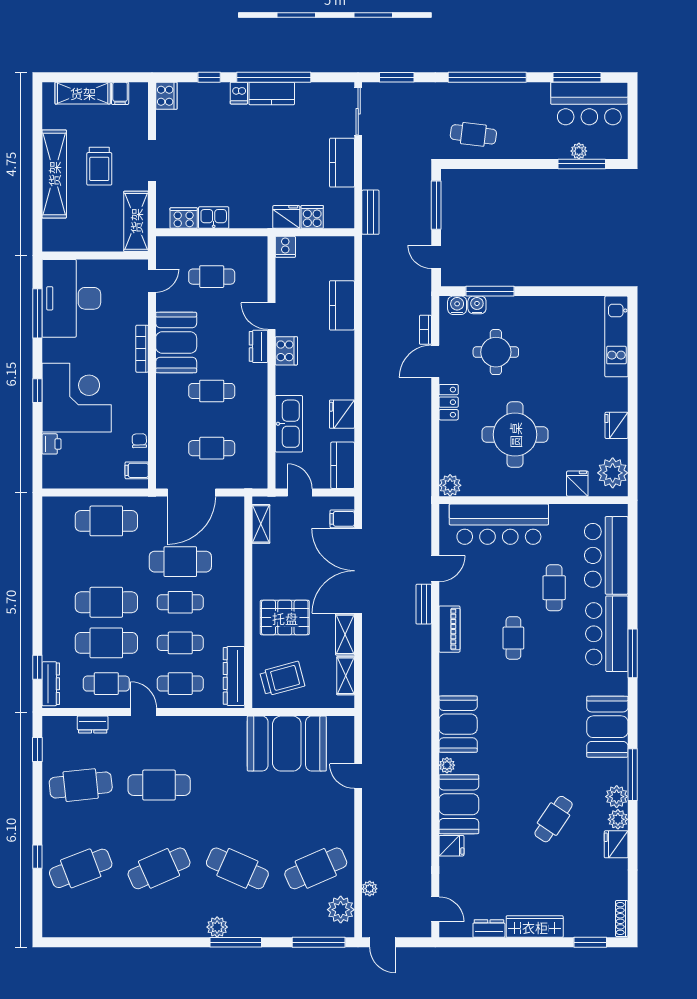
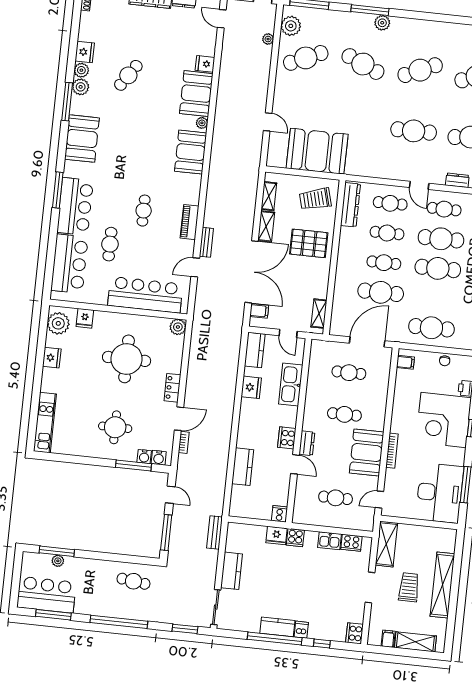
cooker: (312, 217) -> (295, 538), moved
round table: (496, 352) -> (115, 427), moved
chair: (139, 441) -> (445, 361), moved

